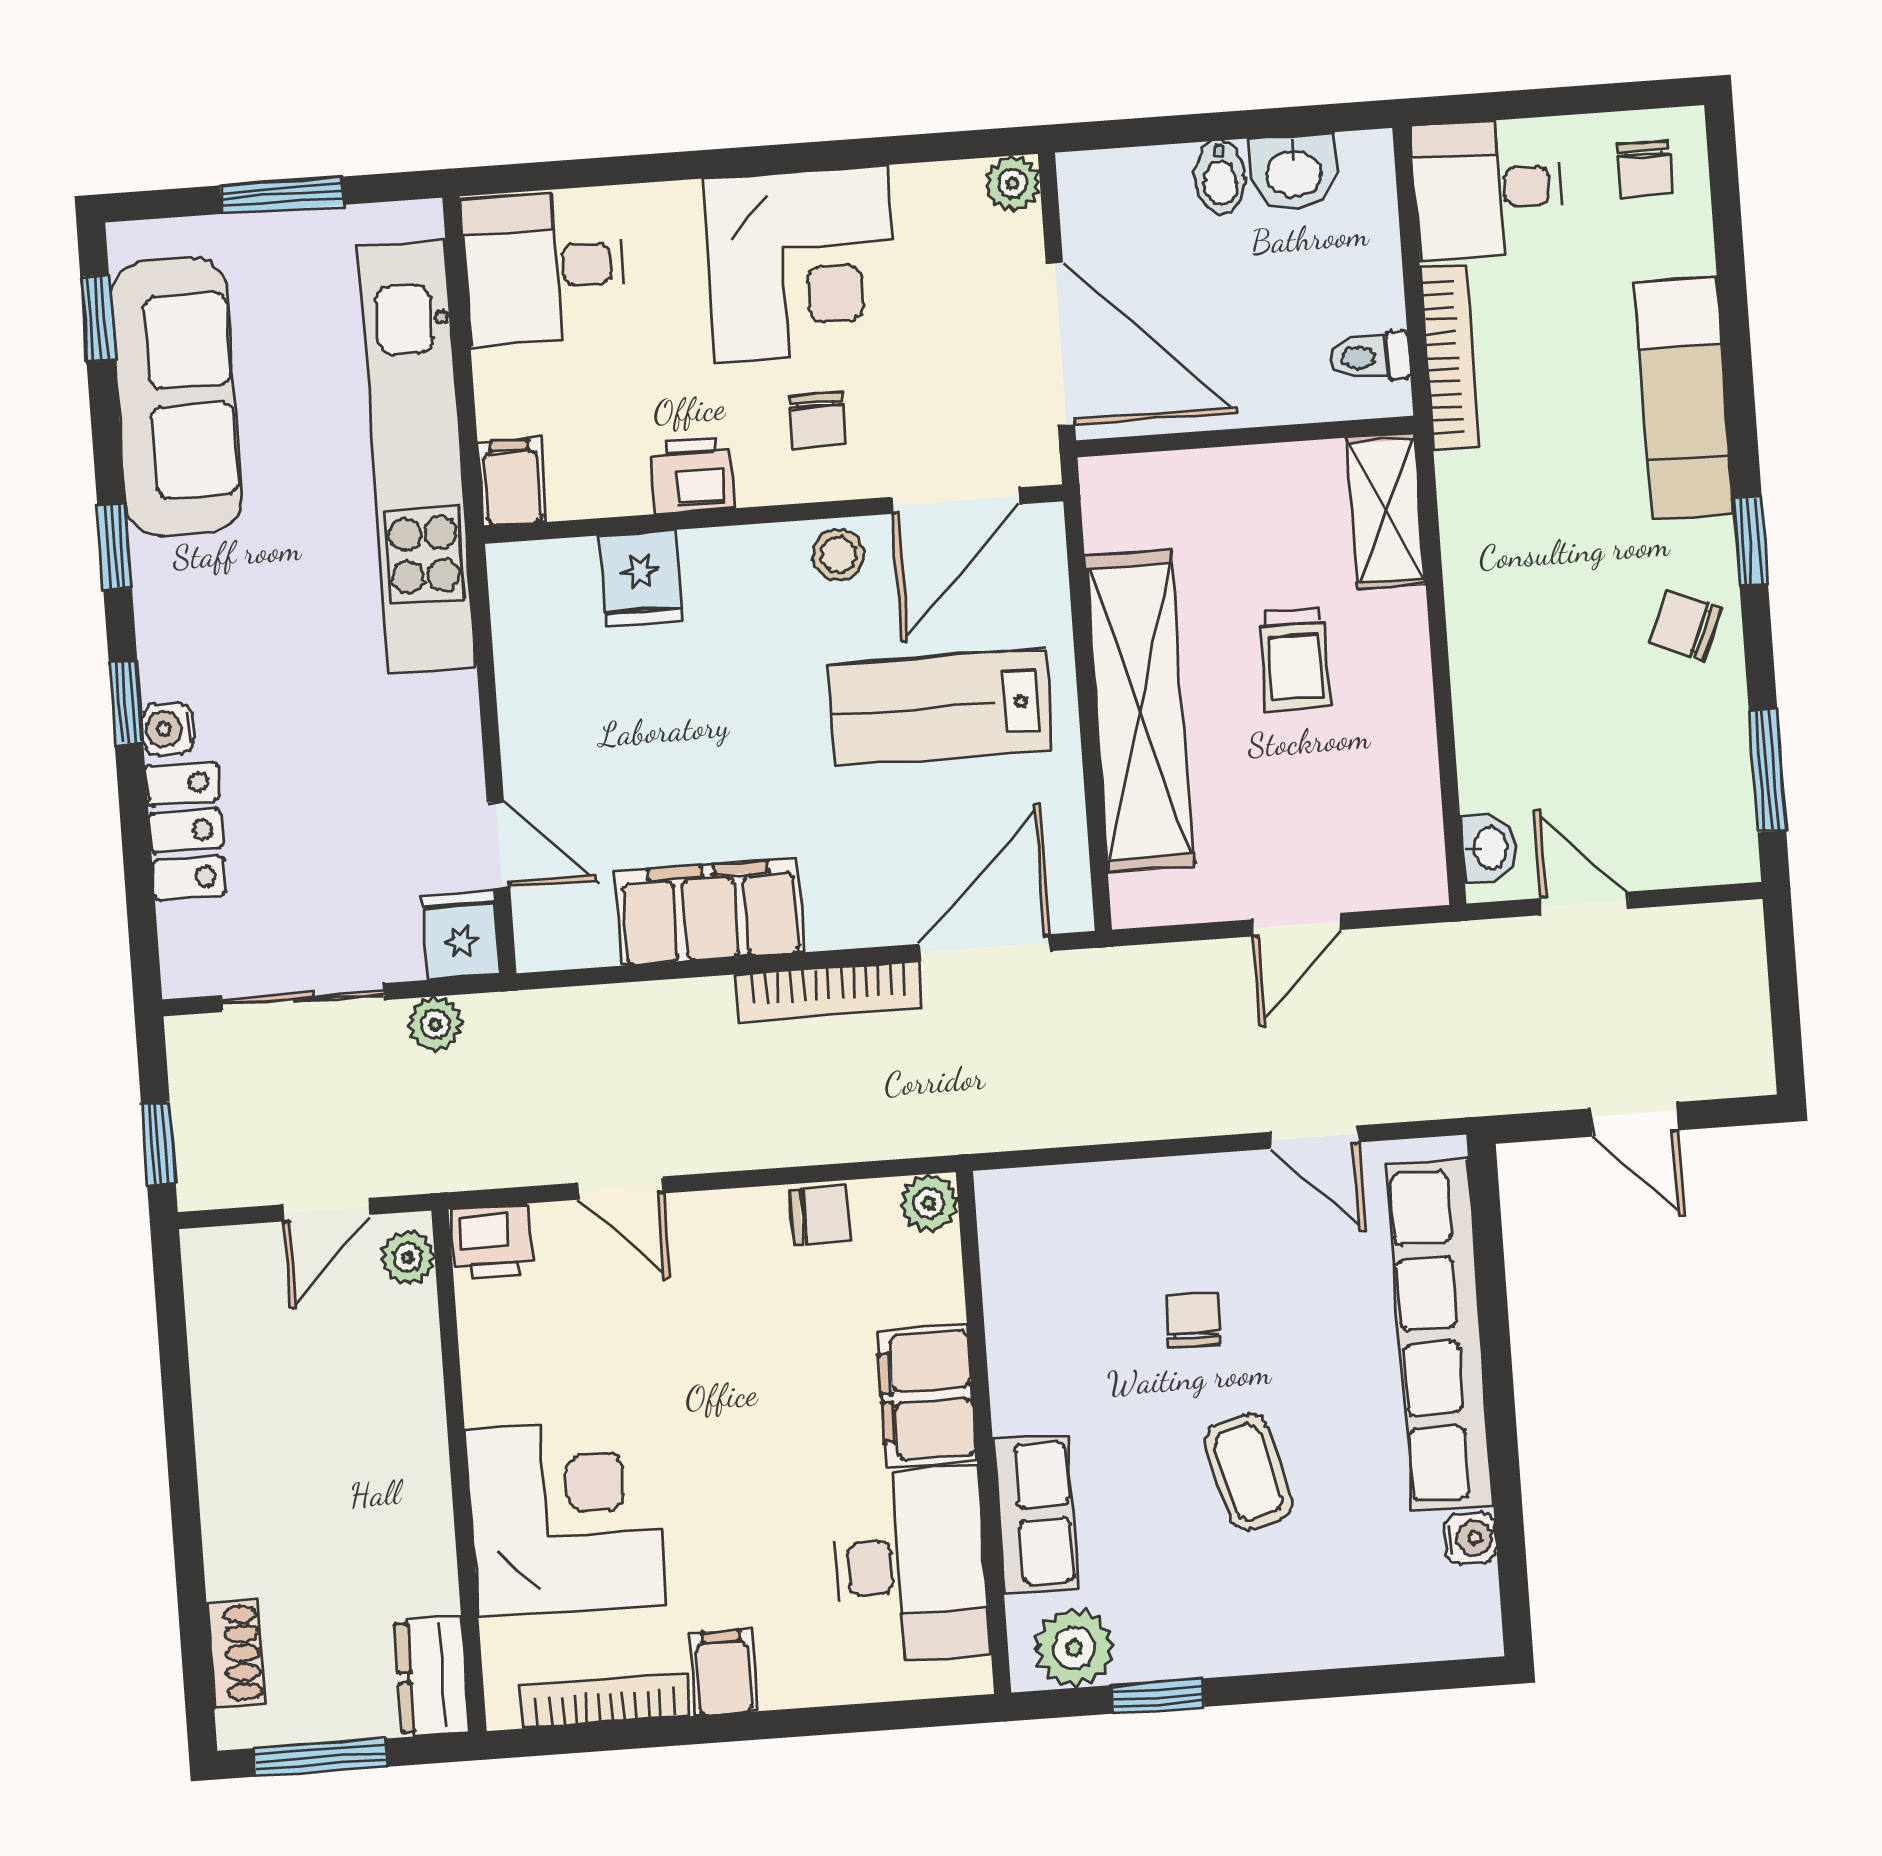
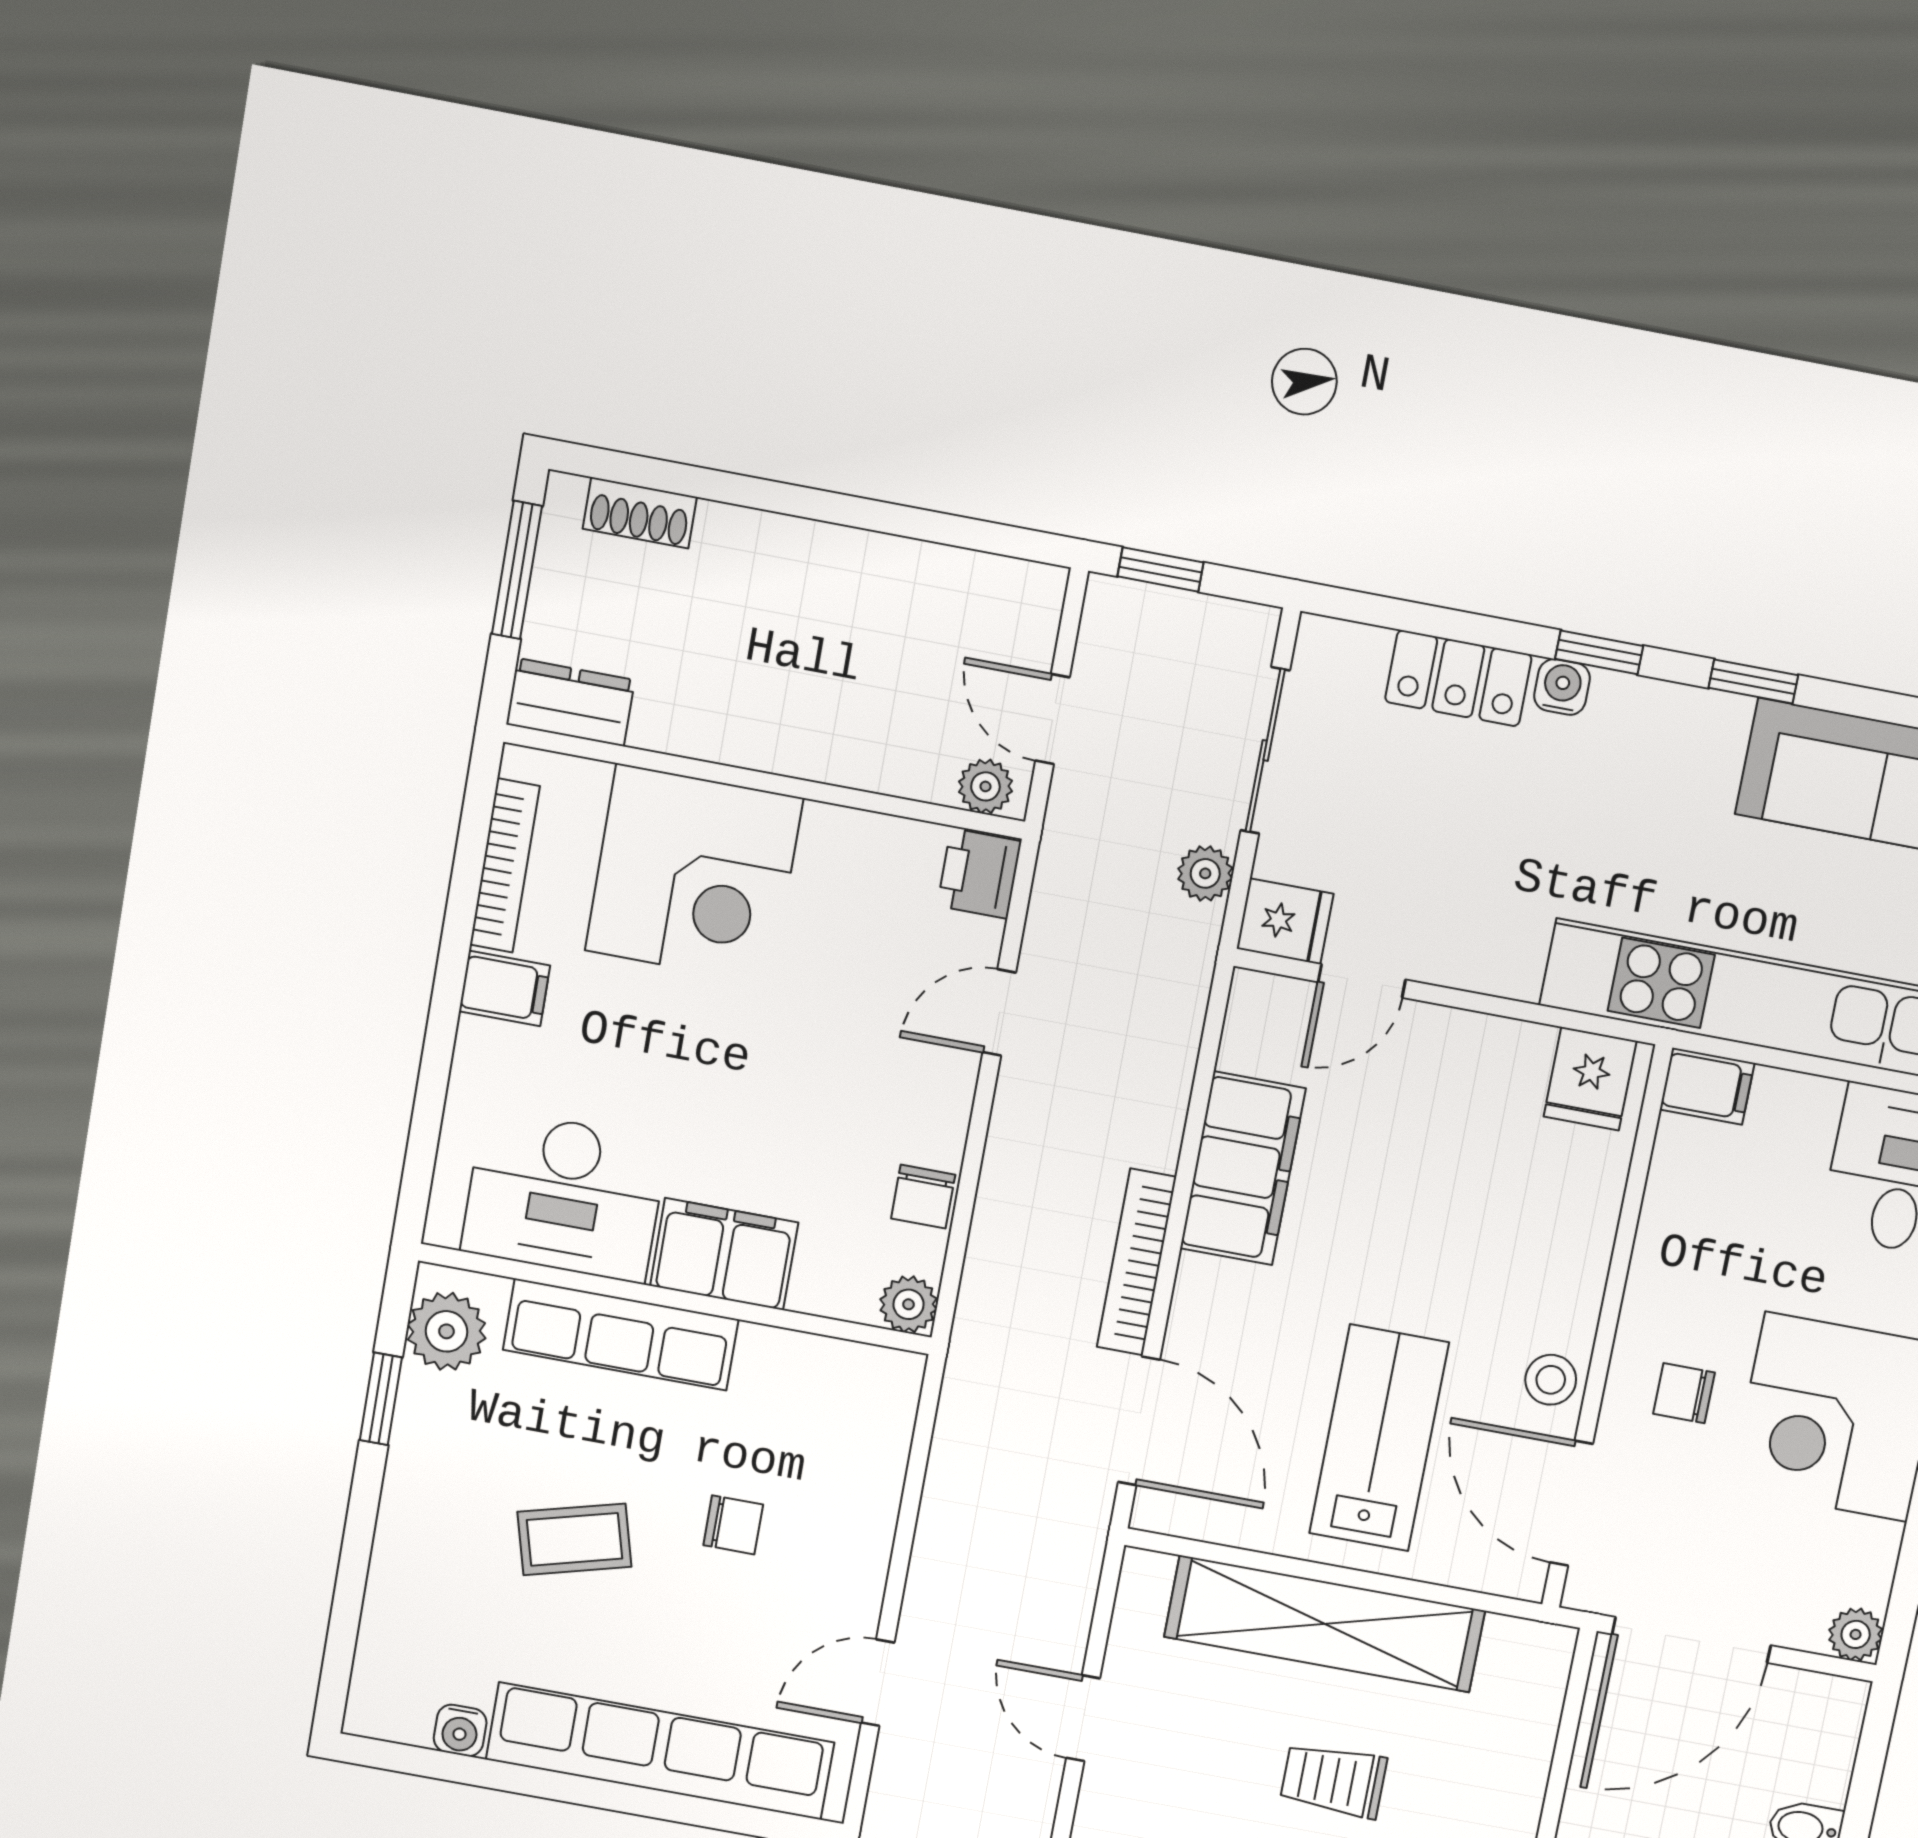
printer: (692, 475) -> (1666, 1261), removed
fridge: (641, 578) -> (1590, 1079), moved, turned -90
row of seats: (1035, 1514) -> (621, 1334), width x1.48

